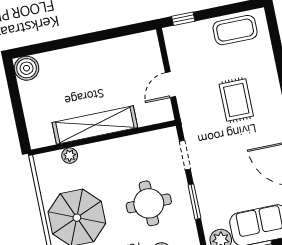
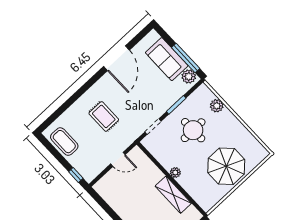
rug: (236, 100) -> (104, 116), turned 90
shelving: (95, 125) -> (173, 195), width x0.68
plant: (70, 156) -> (175, 172), moved

